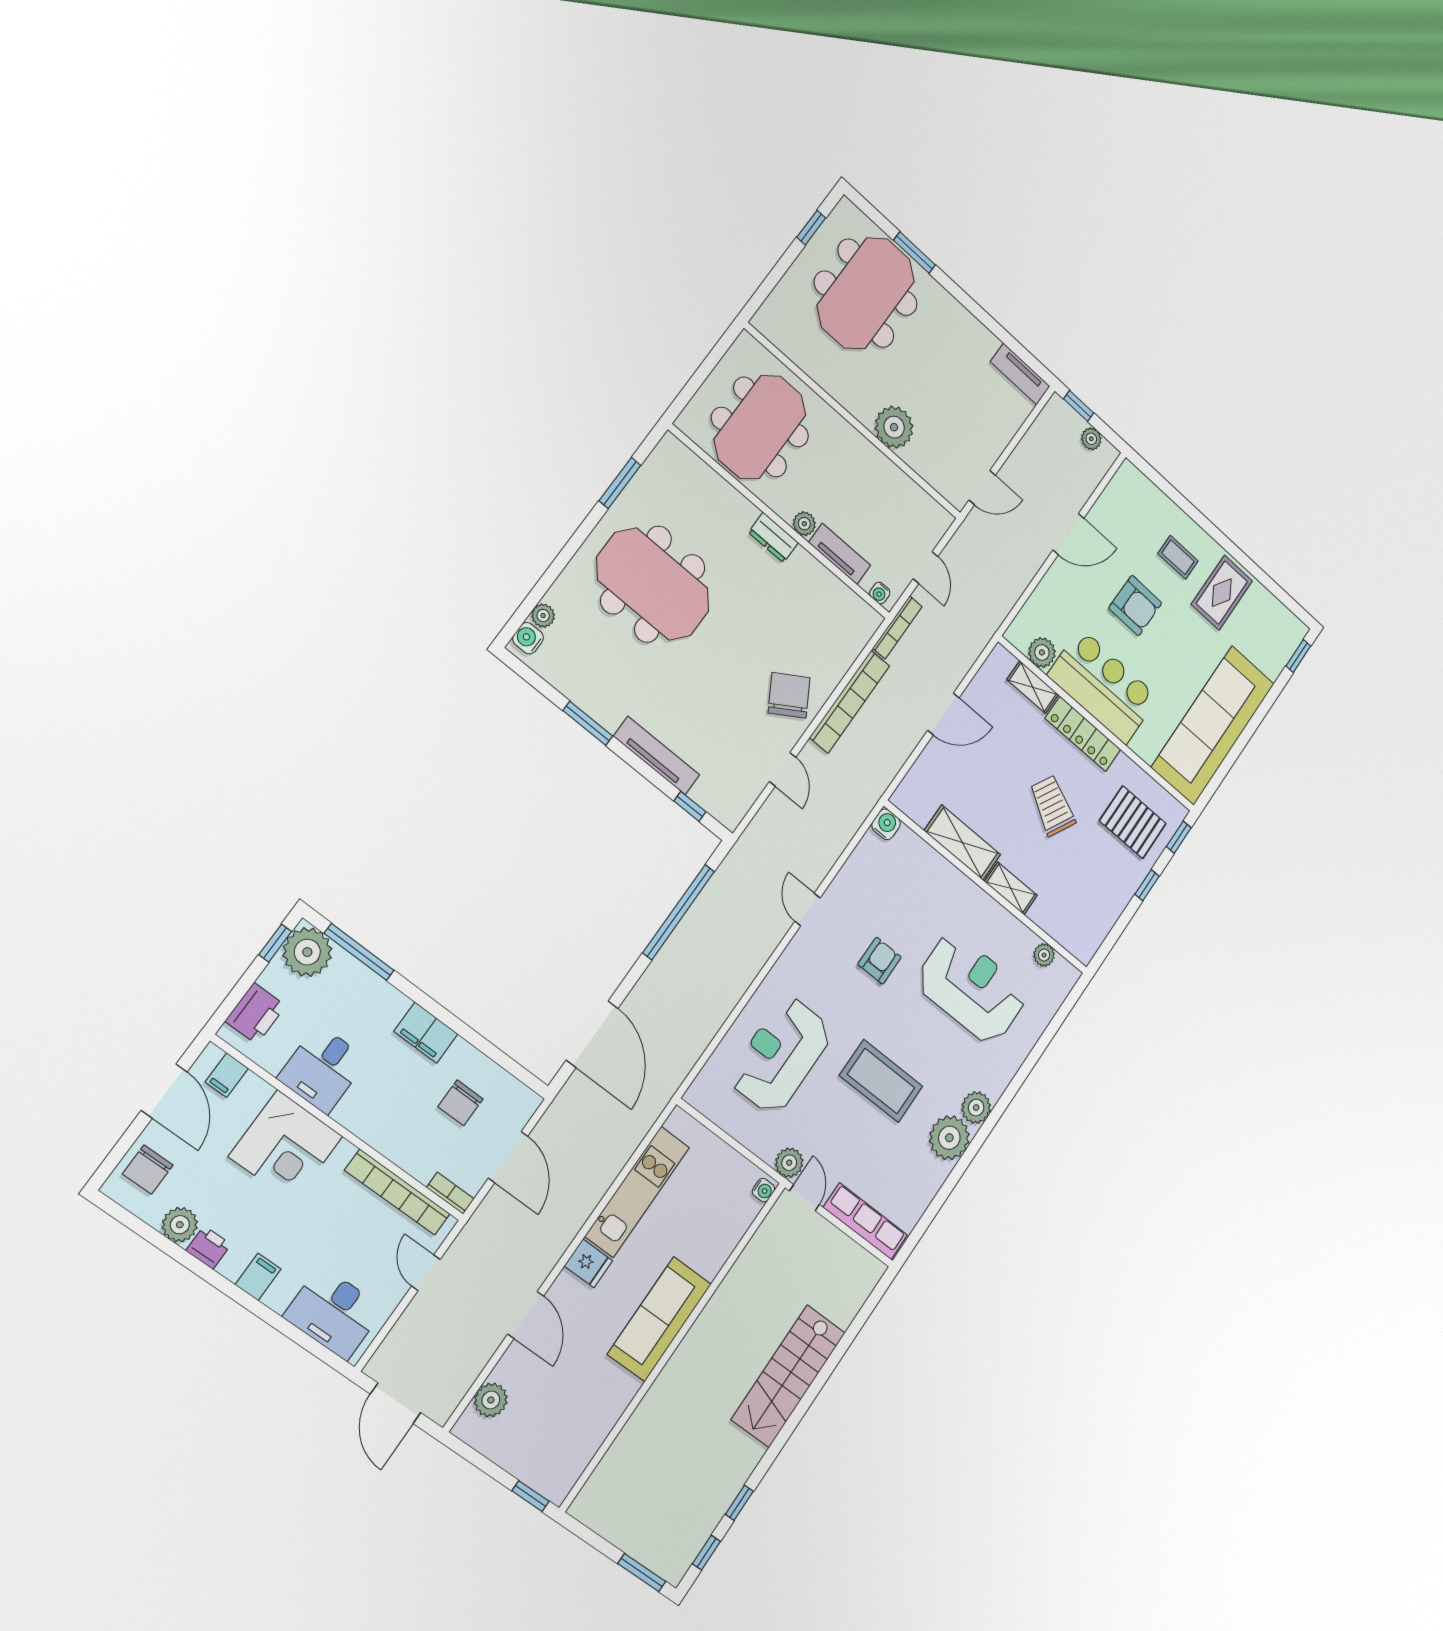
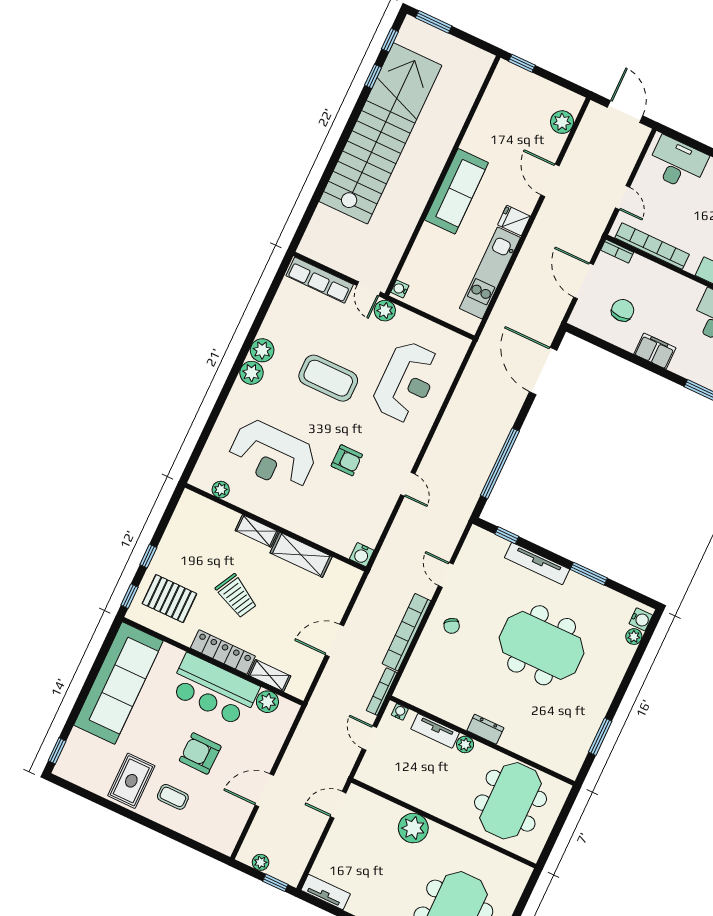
meeting table: (653, 584) -> (542, 645), moved
chair: (789, 695) -> (452, 626), width x0.54, depth x0.54
armchair: (880, 961) -> (347, 460), turned -90
plant: (949, 1138) -> (262, 350), width x0.73, depth x0.73
stairs: (788, 1376) -> (380, 133), width x1.86, depth x1.51

